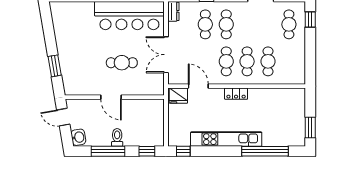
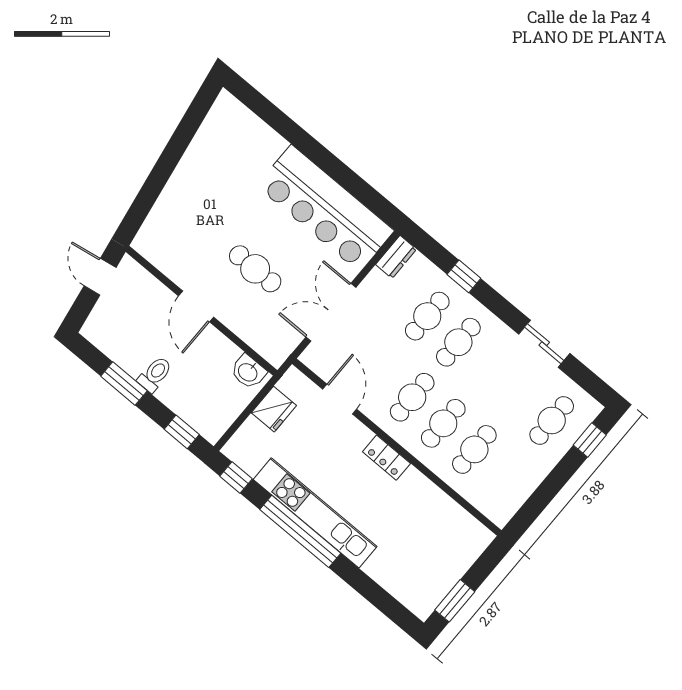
window: (55, 66) -> (151, 190), removed
fridge: (178, 96) -> (274, 409), moved, turned -90
washbasin: (78, 137) -> (248, 372), moved, turned 100
window: (108, 151) -> (124, 383), width x0.69
window: (265, 151) -> (300, 531), moved

